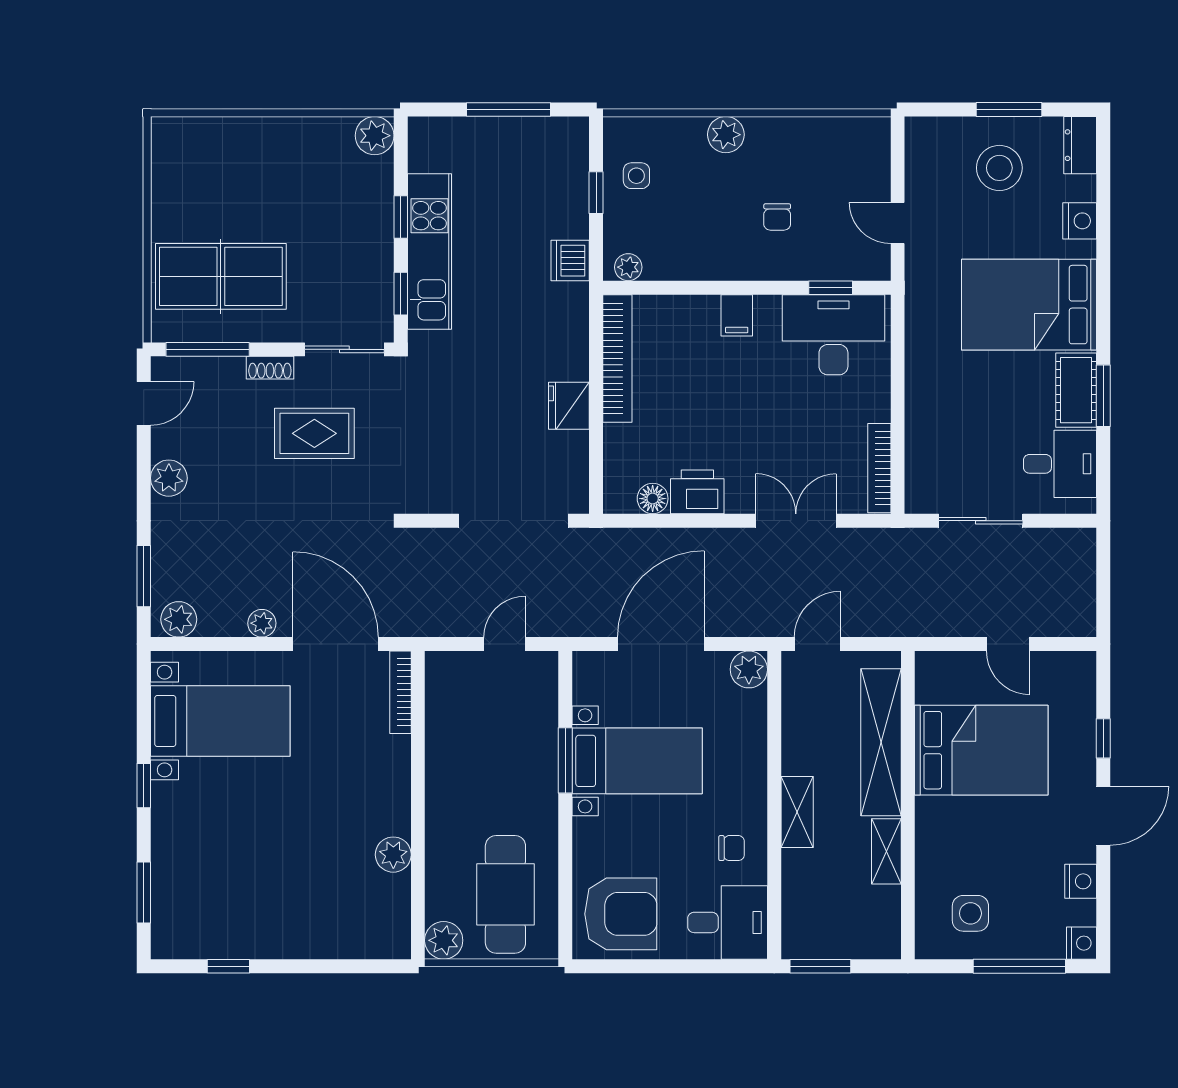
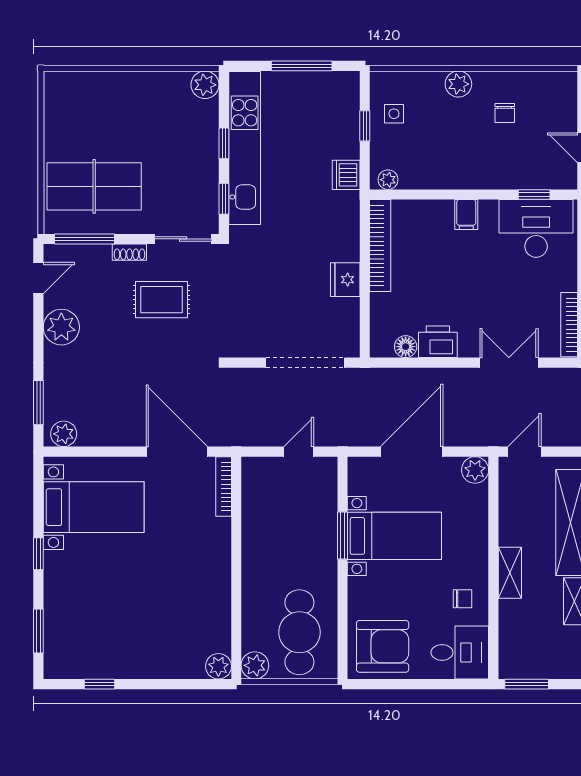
chair: (777, 217) -> (505, 113), moved
kitchen unit: (430, 251) -> (245, 148), width x1.36
plant: (169, 478) -> (61, 327), width x1.36, depth x1.36
plant: (262, 623) -> (124, 437), removed
plant: (393, 855) -> (218, 666), moved

